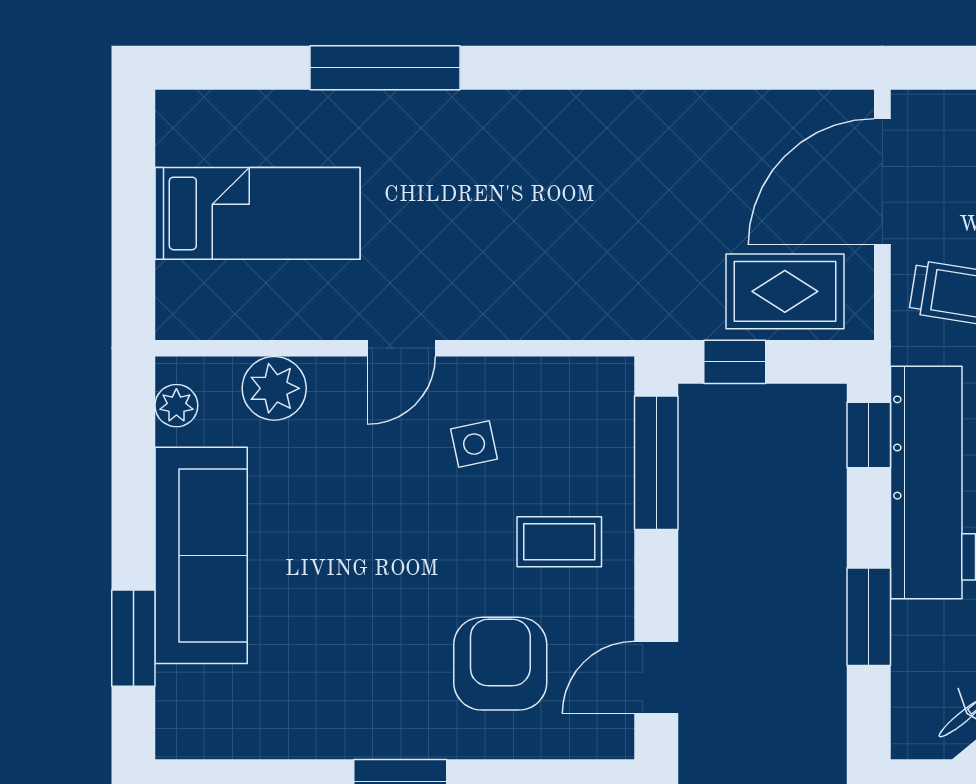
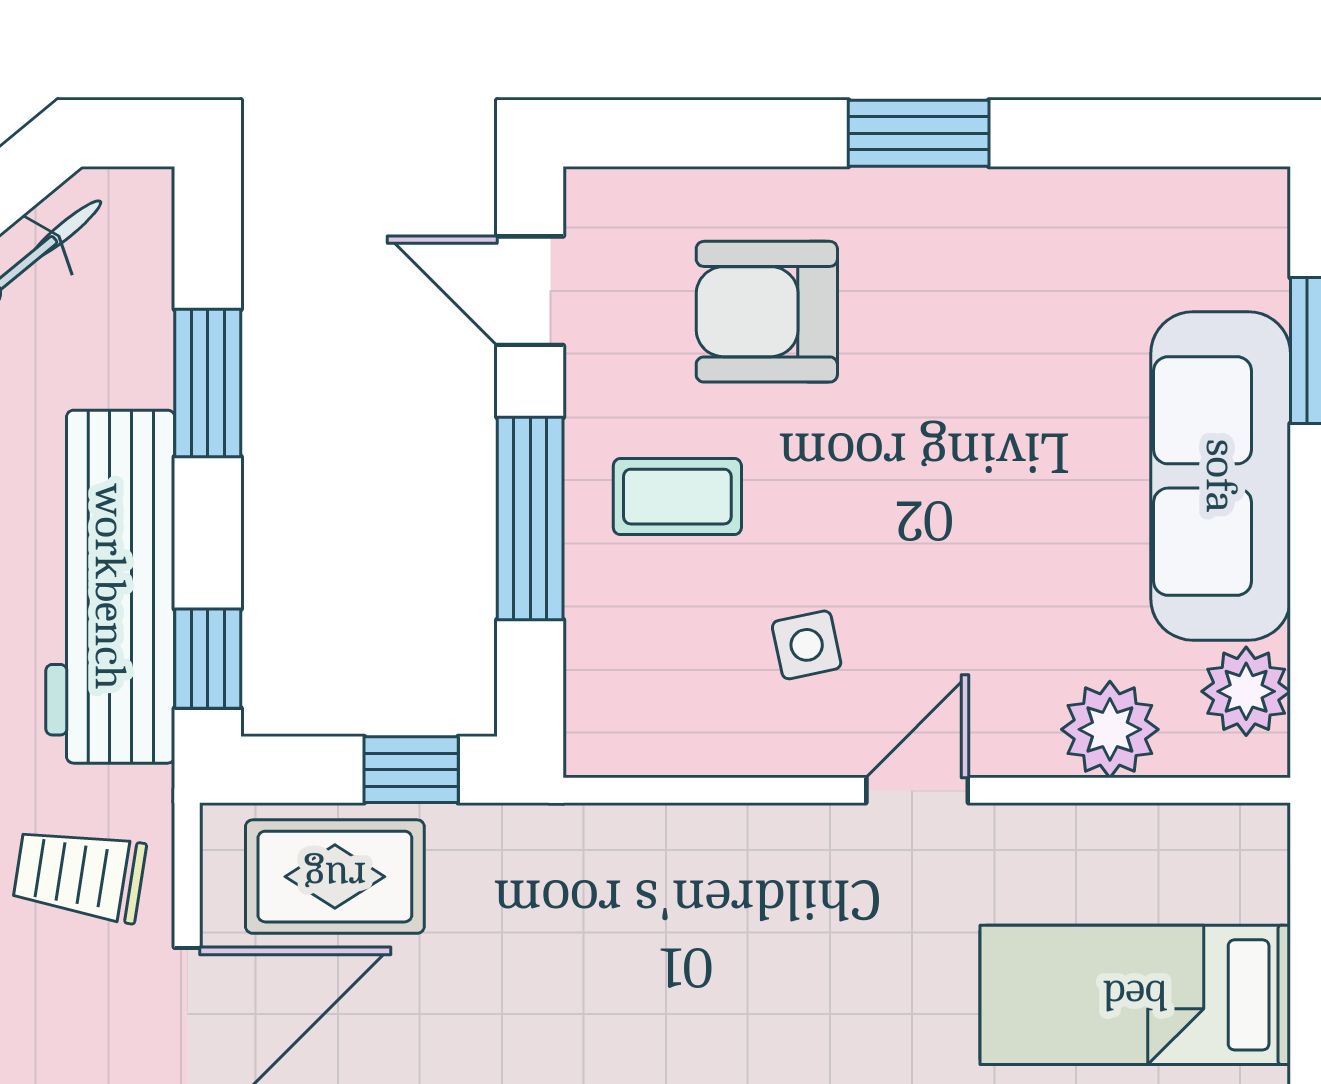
plant: (176, 406) -> (1246, 691), width x1.38, depth x1.38
window: (656, 463) -> (530, 518), moved
armchair: (500, 664) -> (767, 312), turned 90
door: (656, 678) -> (530, 291), swing flipped

